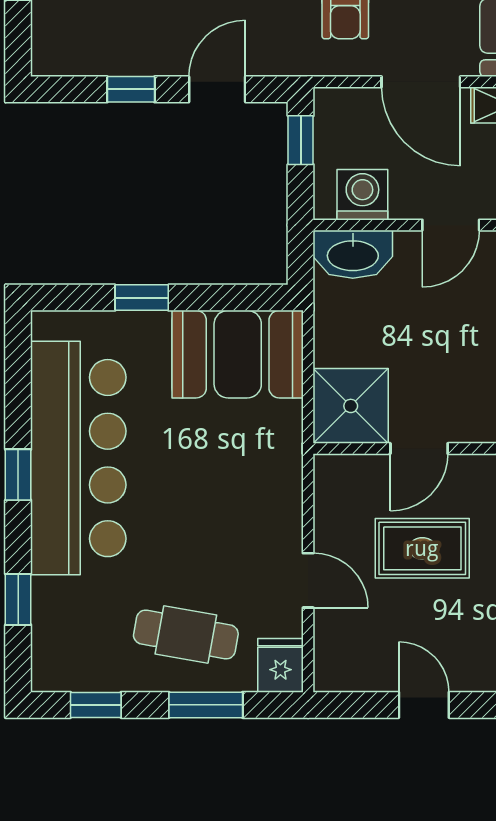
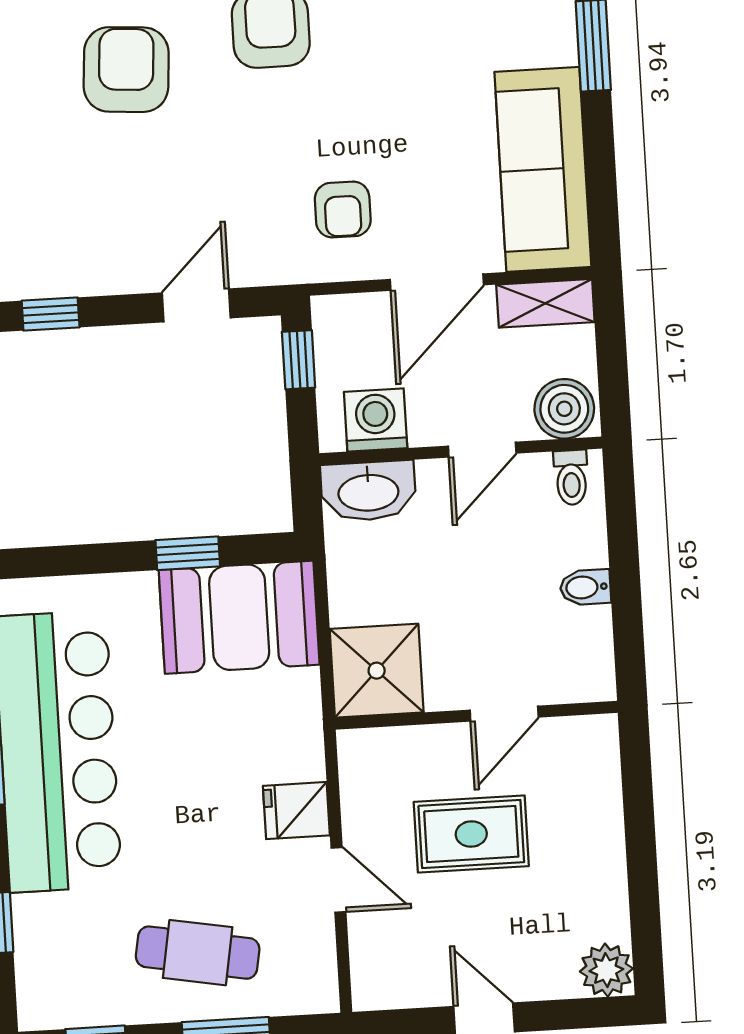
door: (421, 82) -> (437, 282), hinge flipped
window: (131, 89) -> (51, 314), moved
window: (142, 298) -> (188, 553), moved
door: (419, 449) -> (504, 714), moved
fridge: (280, 665) -> (296, 811), moved, turned -90

